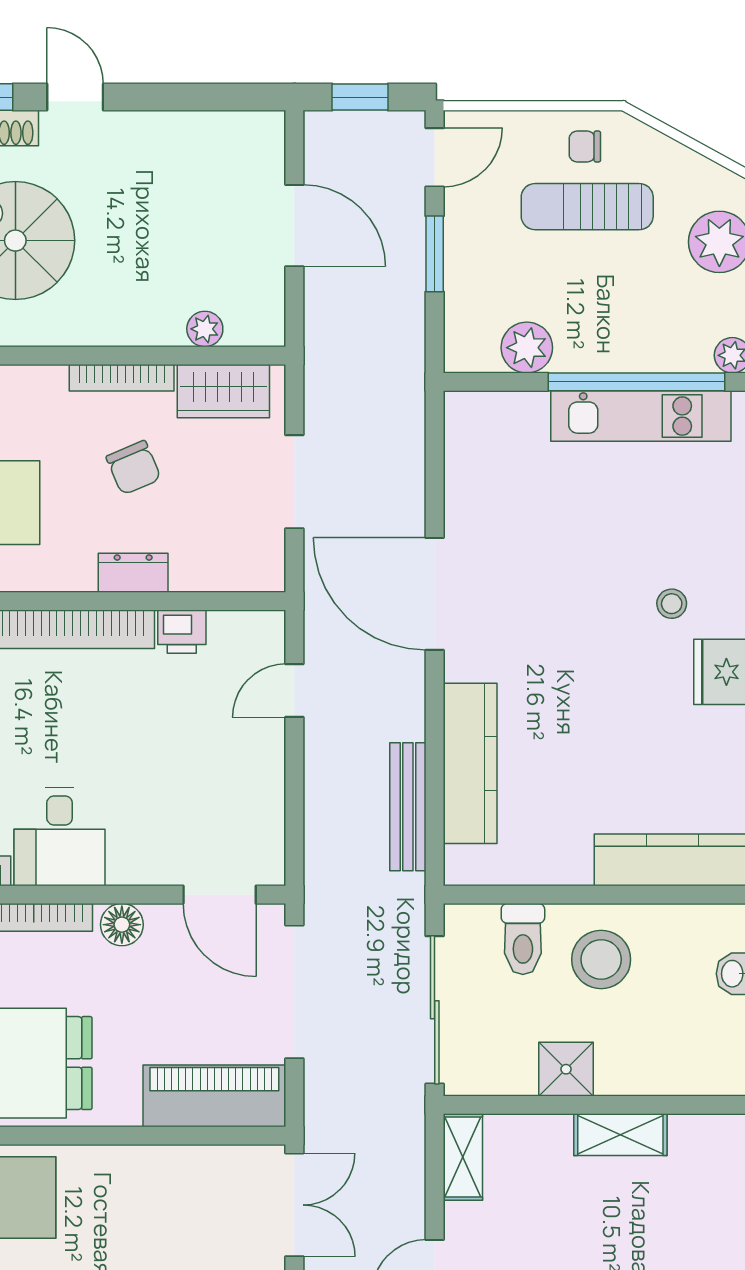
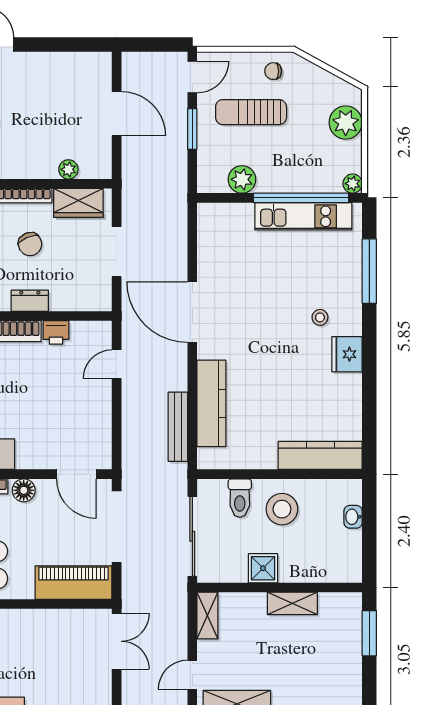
window: (360, 97) -> (152, 44), removed
sun lounger: (587, 207) -> (251, 112), moved

